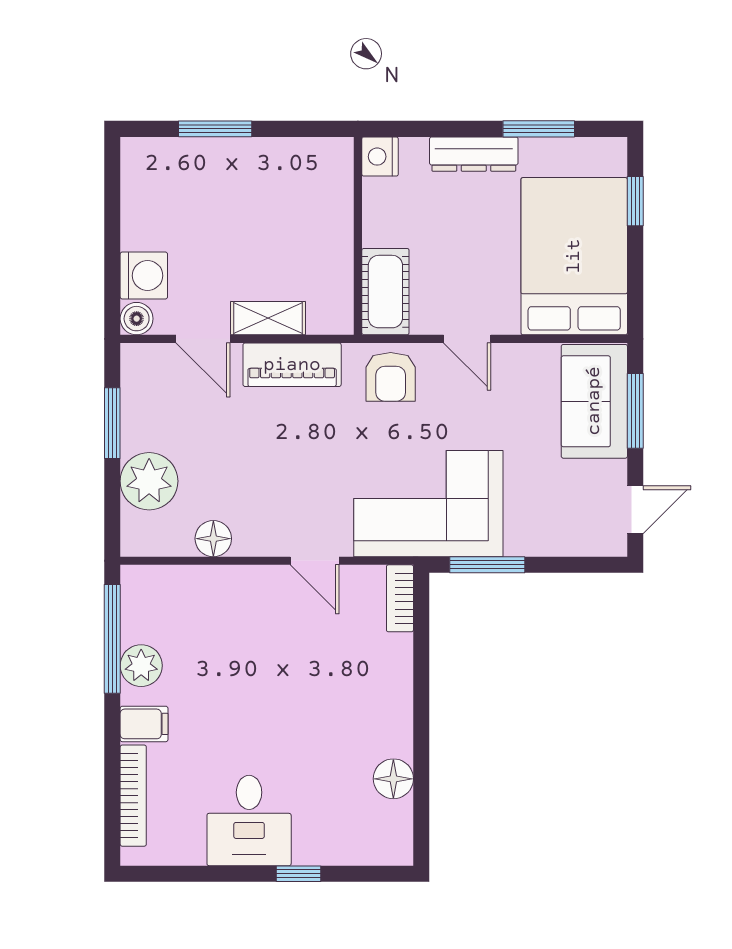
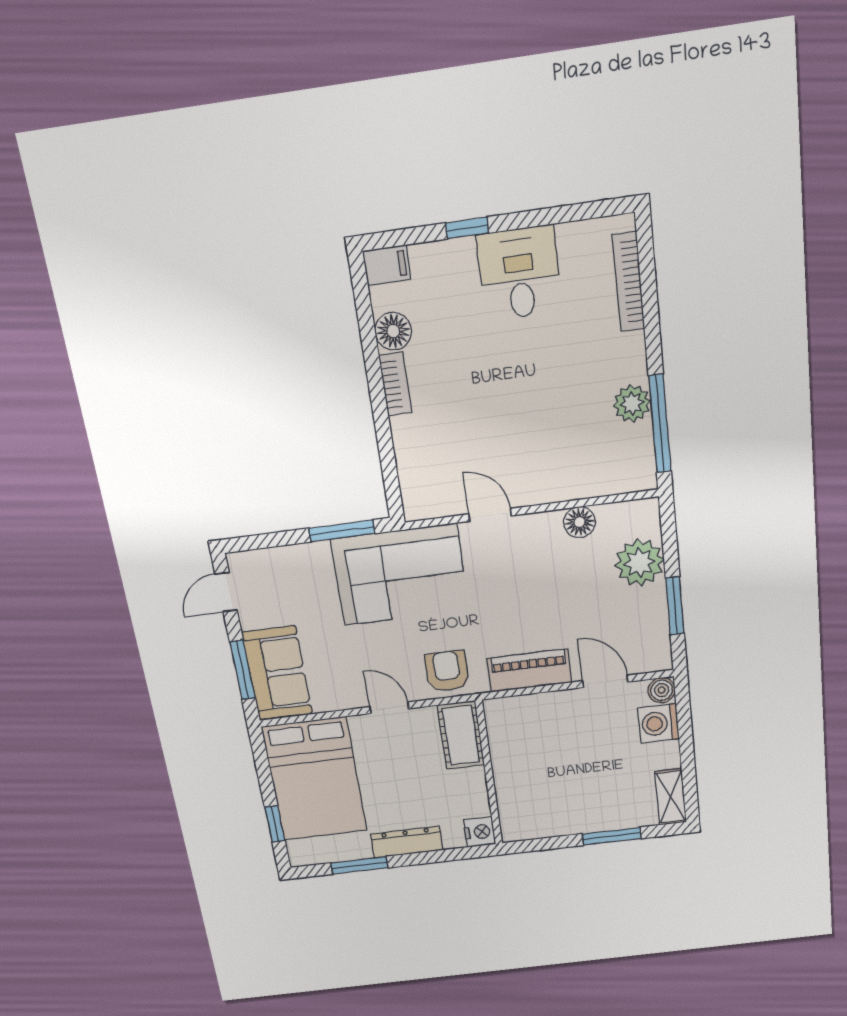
shelving: (268, 318) -> (671, 797), moved, turned 90
bookcase: (400, 598) -> (395, 384), moved
filing cabinet: (144, 724) -> (387, 265), moved, turned 180

